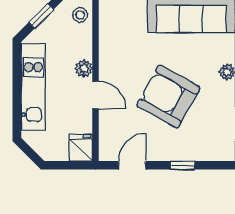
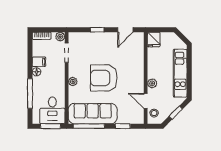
door: (95, 95) -> (146, 101), moved
armchair: (168, 97) -> (104, 78), moved, turned 151

